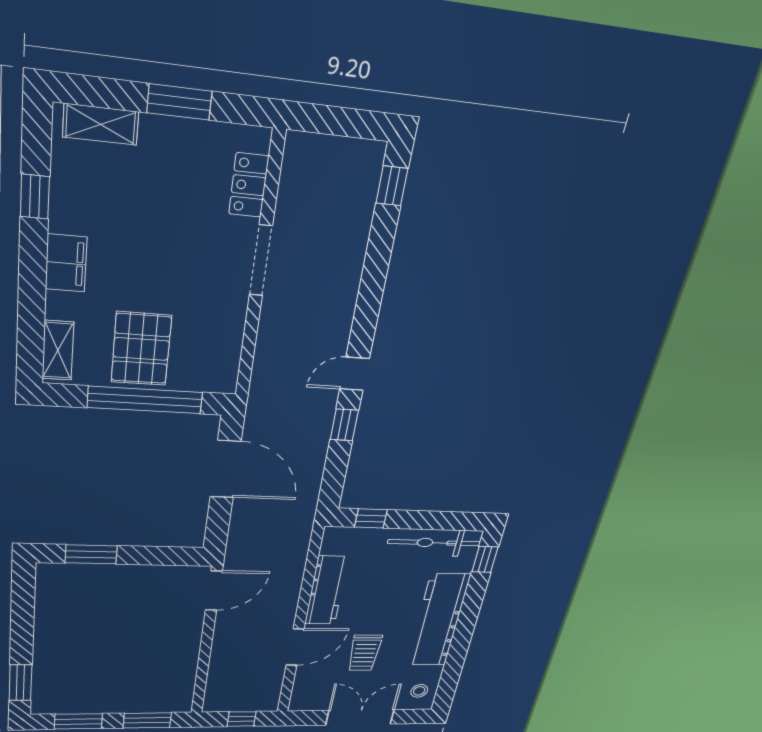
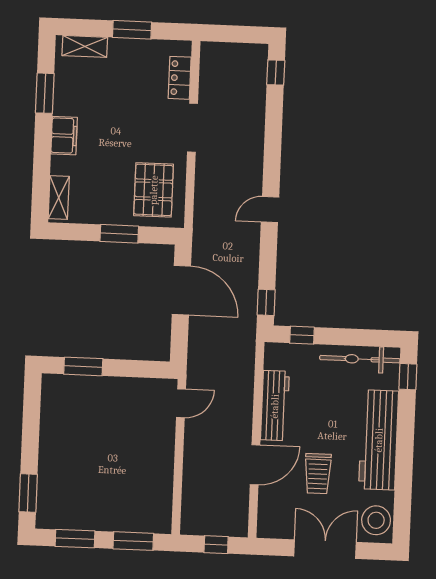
window: (35, 197) -> (45, 93), width x1.50
pallet: (141, 349) -> (154, 190), moved
window: (145, 400) -> (119, 234), width x0.47
window: (344, 425) -> (266, 302), moved
door: (214, 591) -> (181, 403), width x0.73
stool: (419, 691) -> (376, 520), width x1.89, depth x1.89

